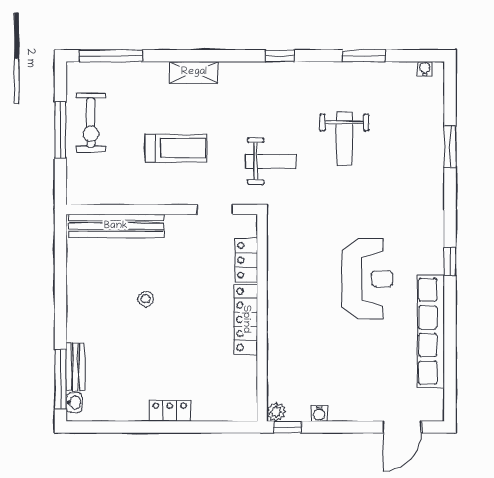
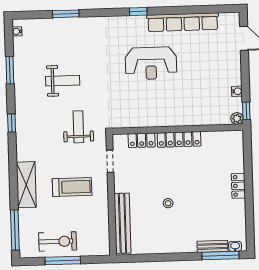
shelving: (194, 72) -> (26, 185), width x1.50, depth x1.33
treadmill: (176, 148) -> (72, 187), turned 90
reception desk: (368, 279) -> (151, 63), turned 180

